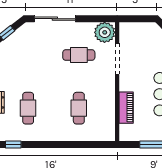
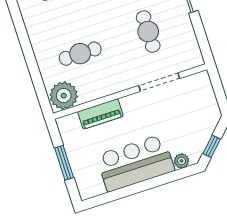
plant: (105, 32) -> (64, 96), moved

